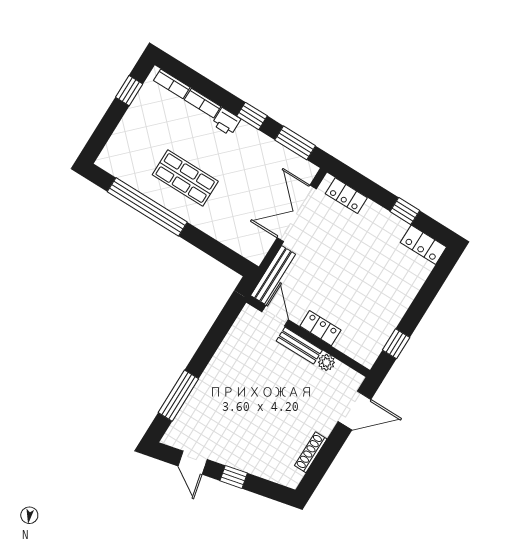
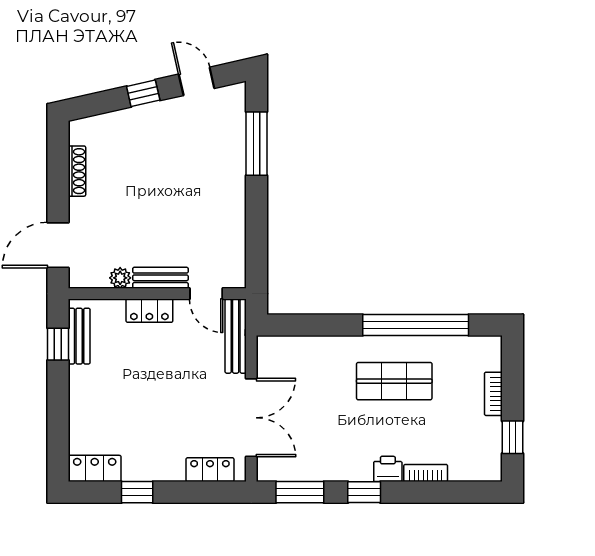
bookcase: (172, 84) -> (493, 394), moved, turned -90
bench: (378, 340) -> (79, 336), added

